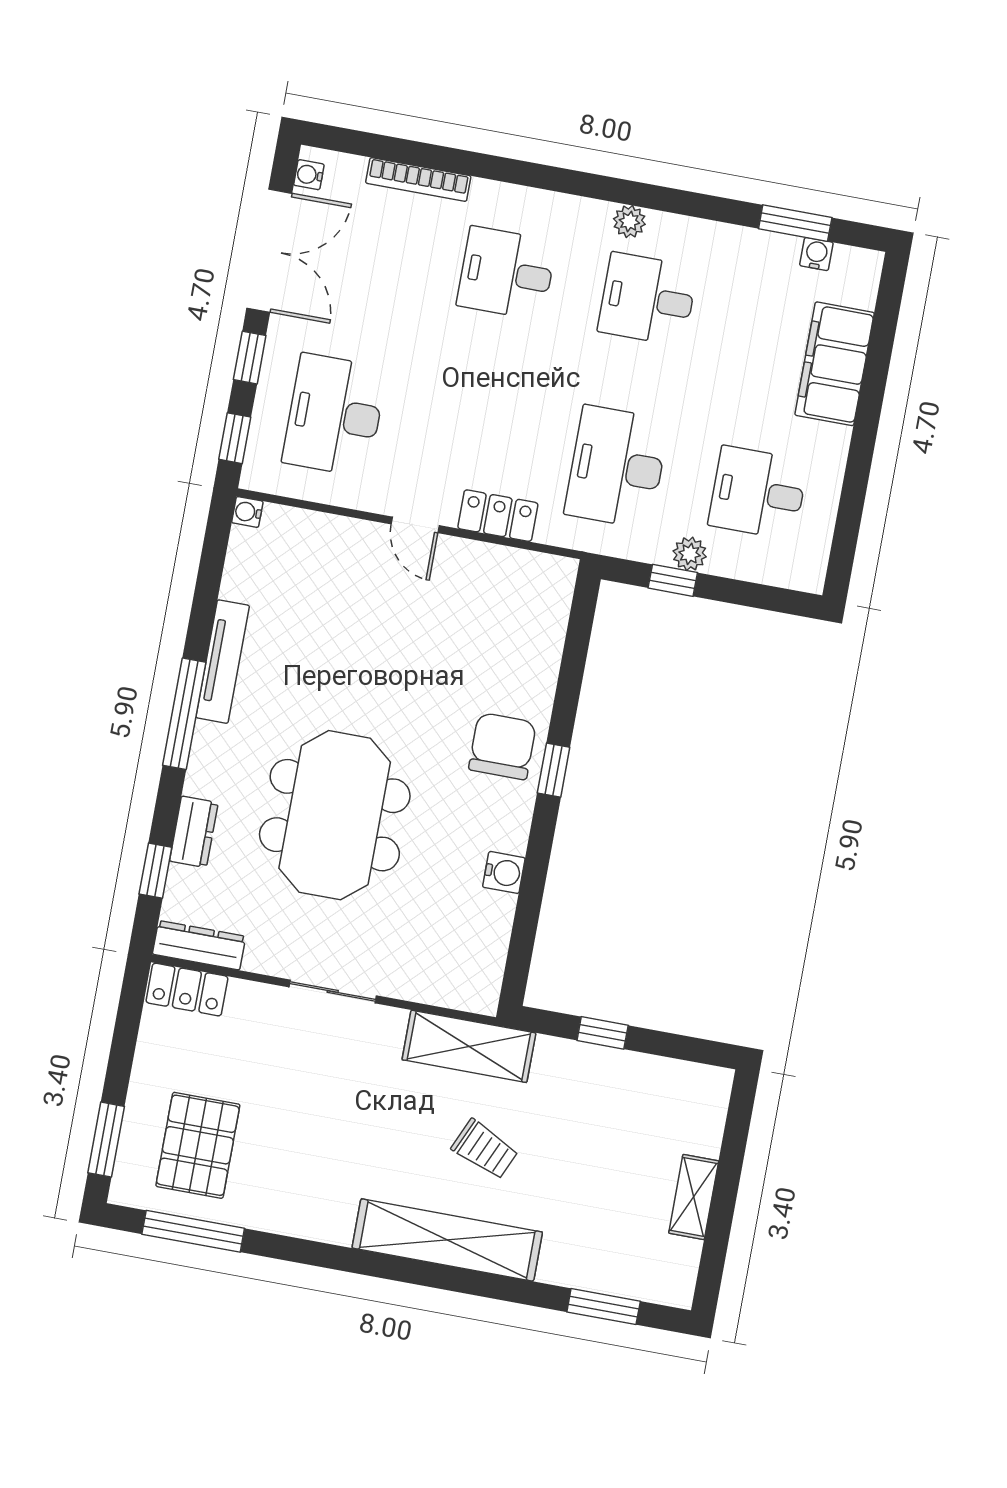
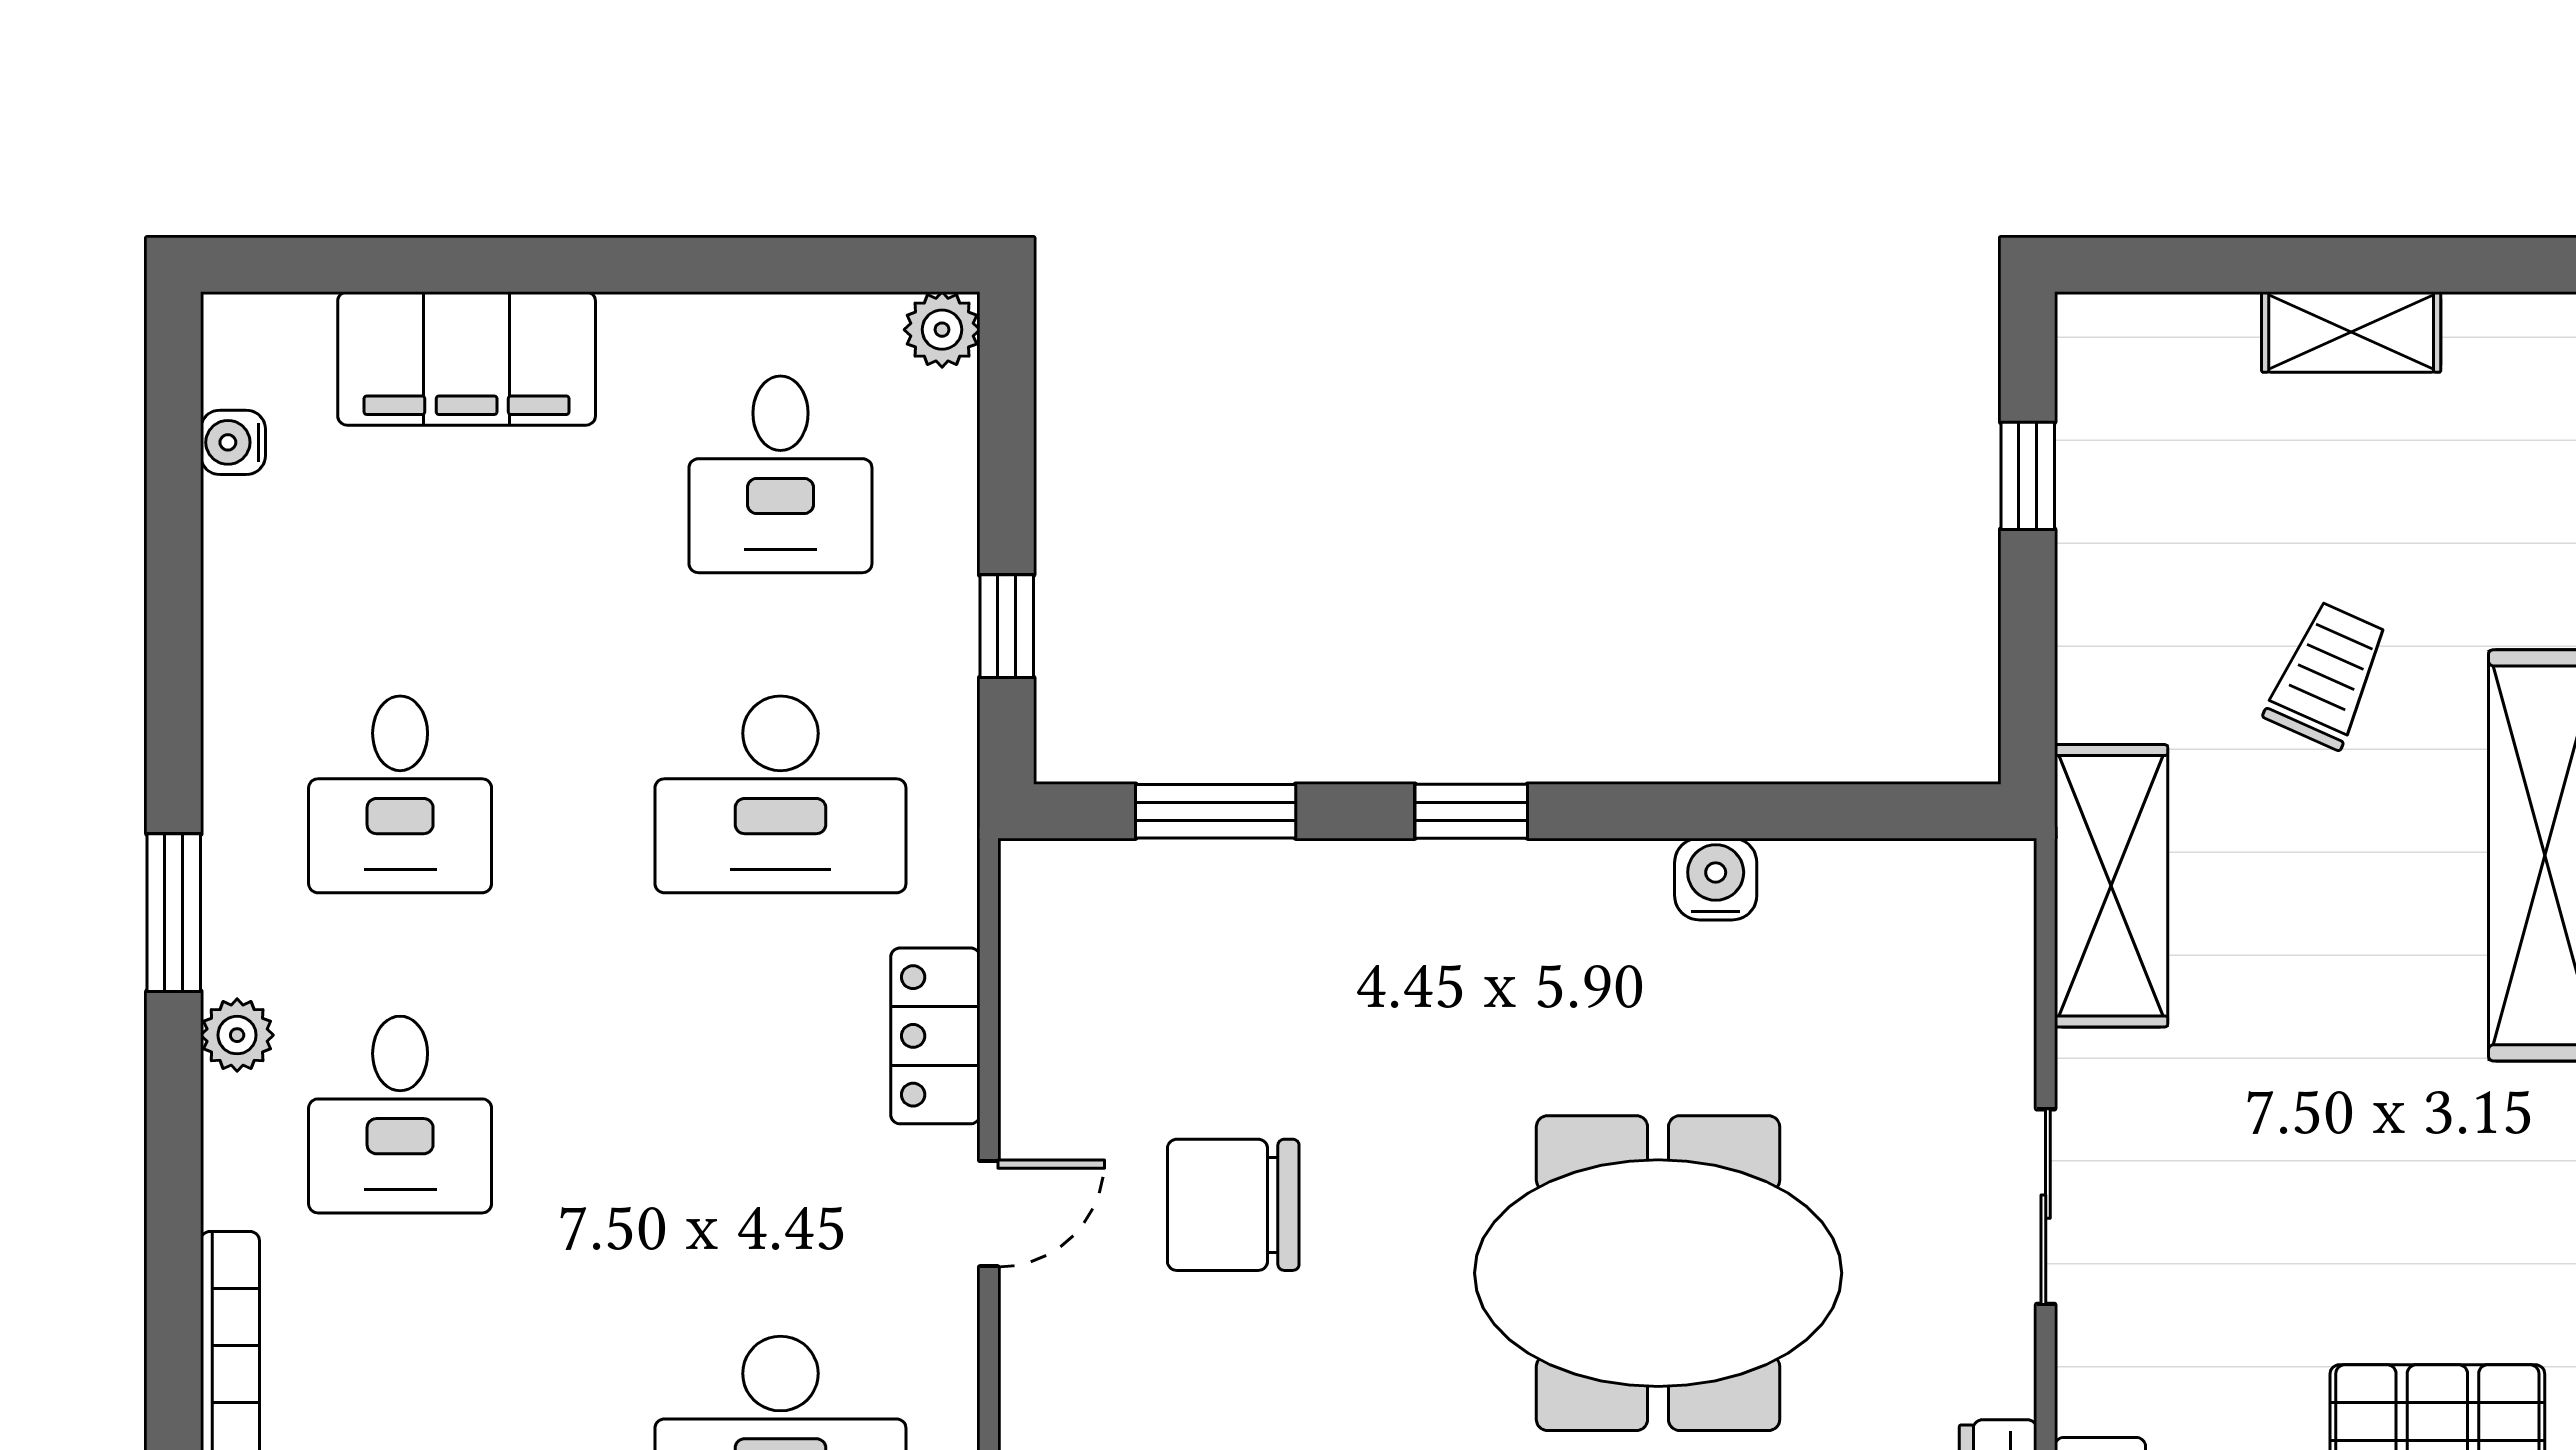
plant: (629, 221) -> (237, 1035), moved
window: (795, 223) -> (174, 913), moved
plant: (690, 554) -> (942, 330), moved
window: (574, 657) -> (1216, 811), added
chair: (502, 746) -> (1233, 1205), moved
window: (603, 1033) -> (2028, 476), moved
trolley: (485, 1149) -> (2327, 675), moved

